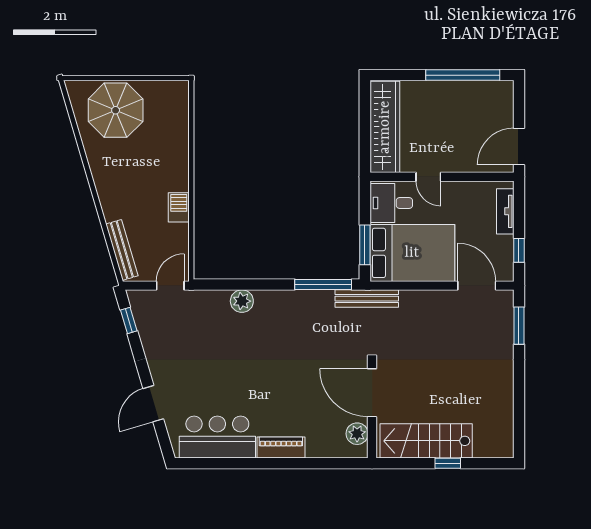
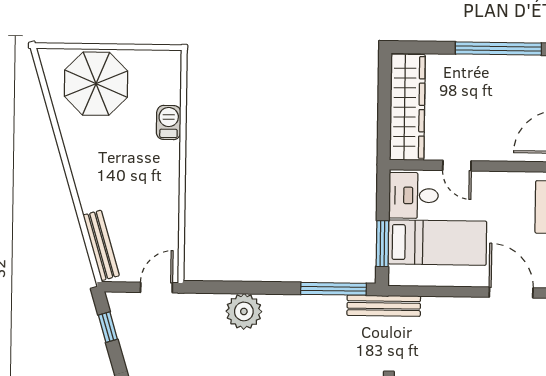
barbecue: (179, 207) -> (169, 122), moved
bed: (412, 253) -> (437, 243), width x0.67
plant: (242, 301) -> (244, 311), width x1.36, depth x1.36

